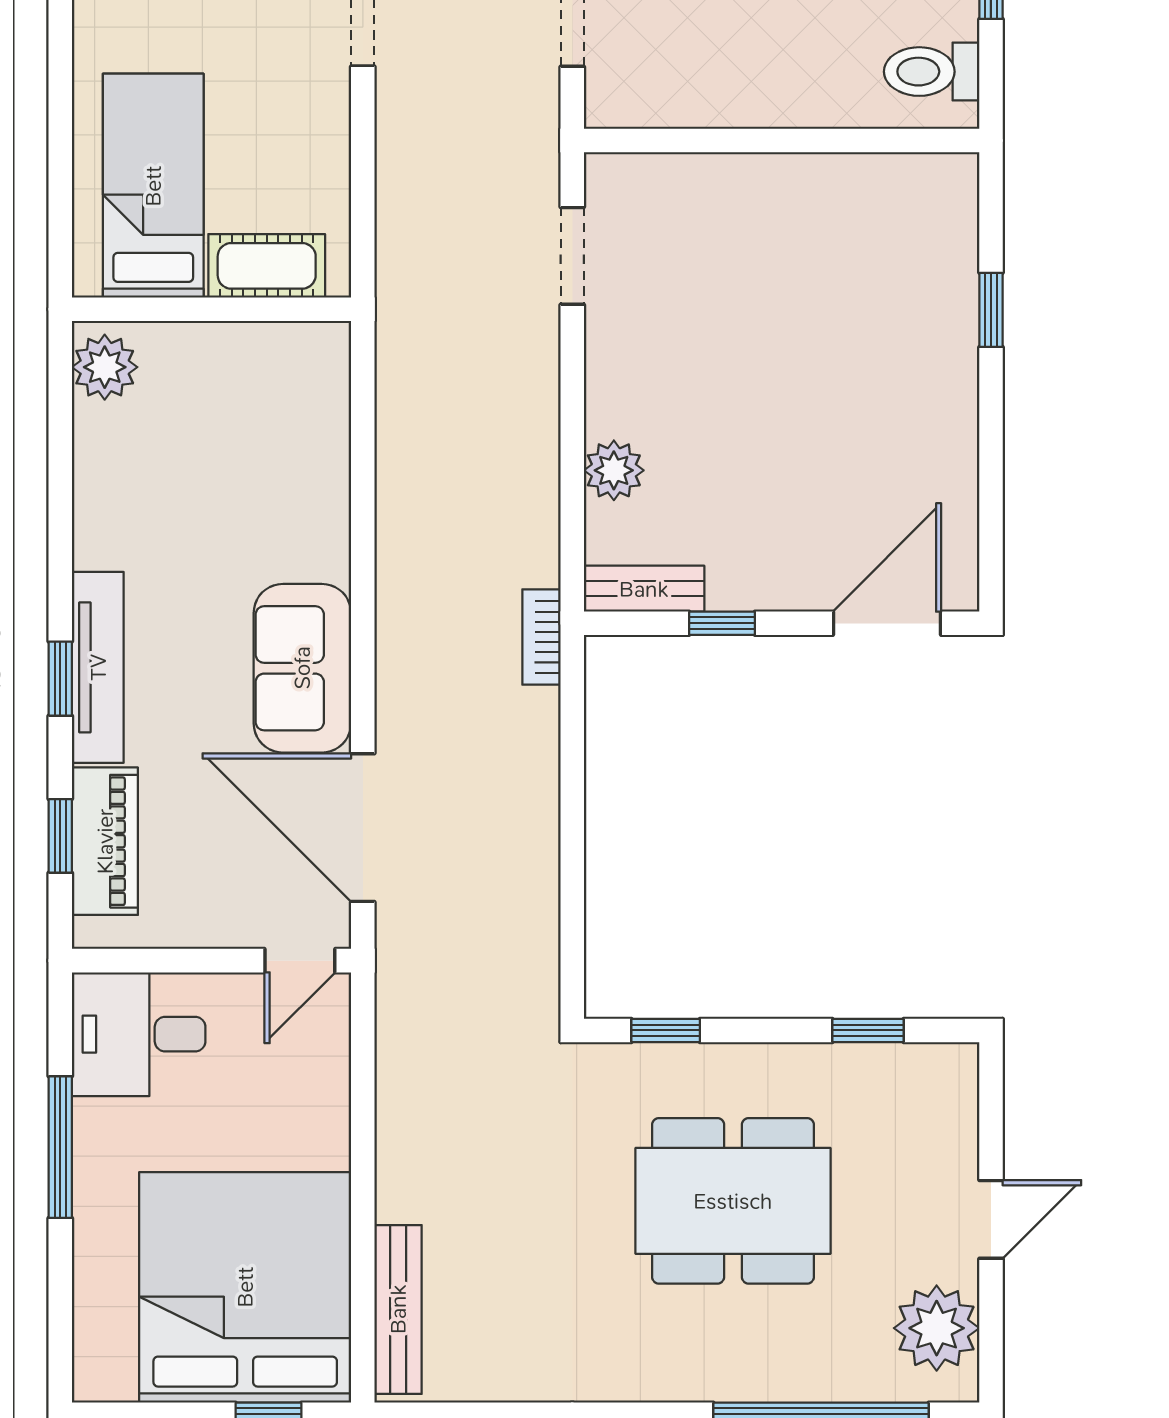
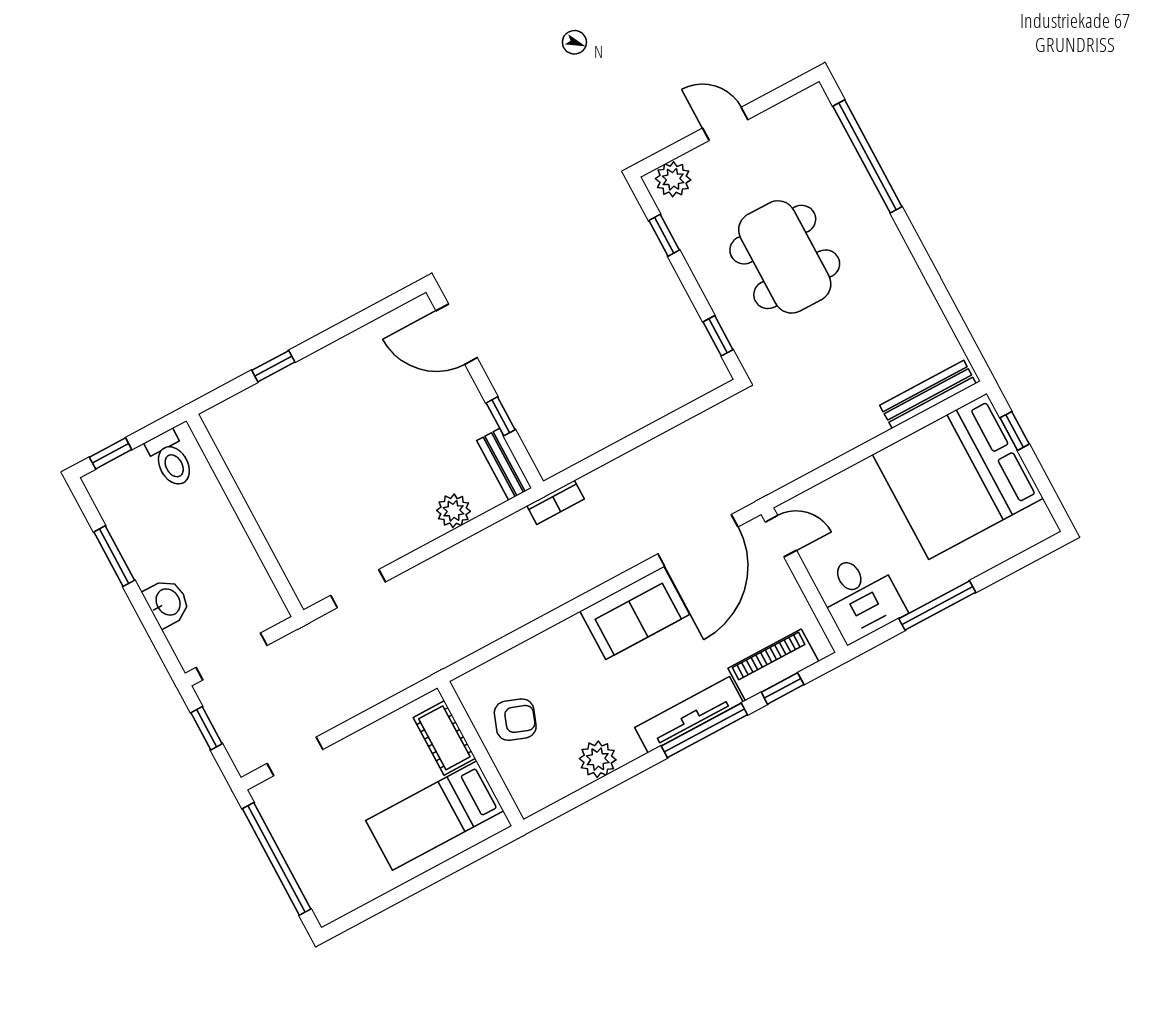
plant: (105, 367) -> (598, 759), moved
armchair: (236, 392) -> (515, 720), added
window: (60, 679) -> (704, 730), width x2.17
plant: (937, 1328) -> (673, 179), moved, width x0.73, depth x0.73

